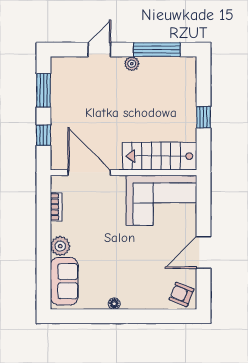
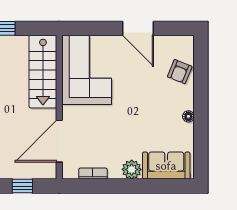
armchair: (181, 294) -> (180, 72), moved

